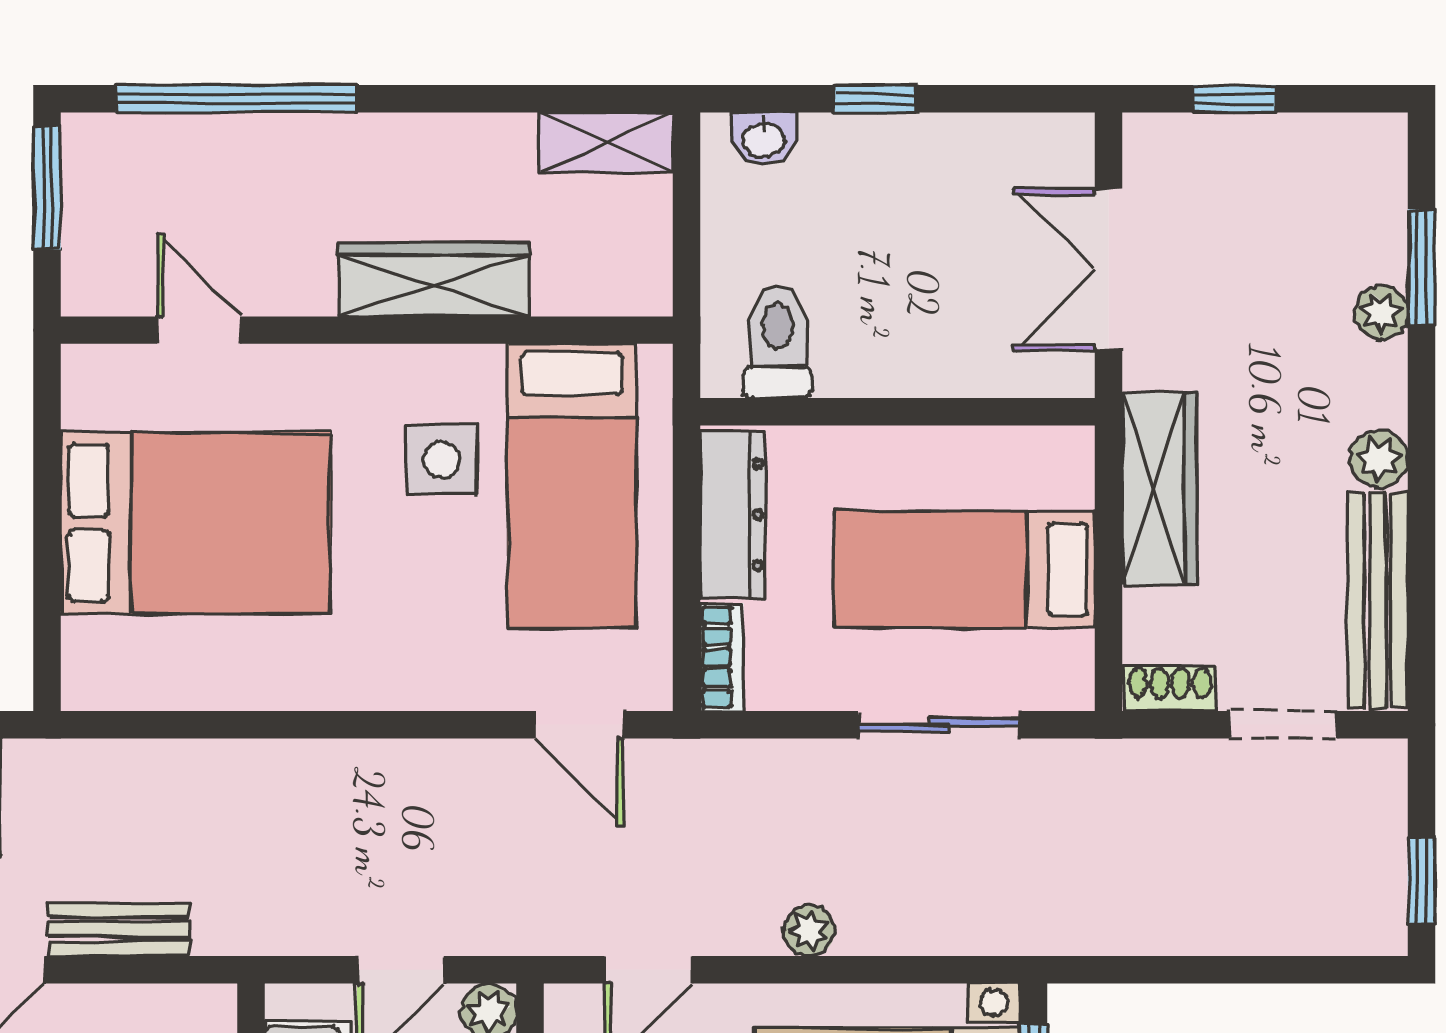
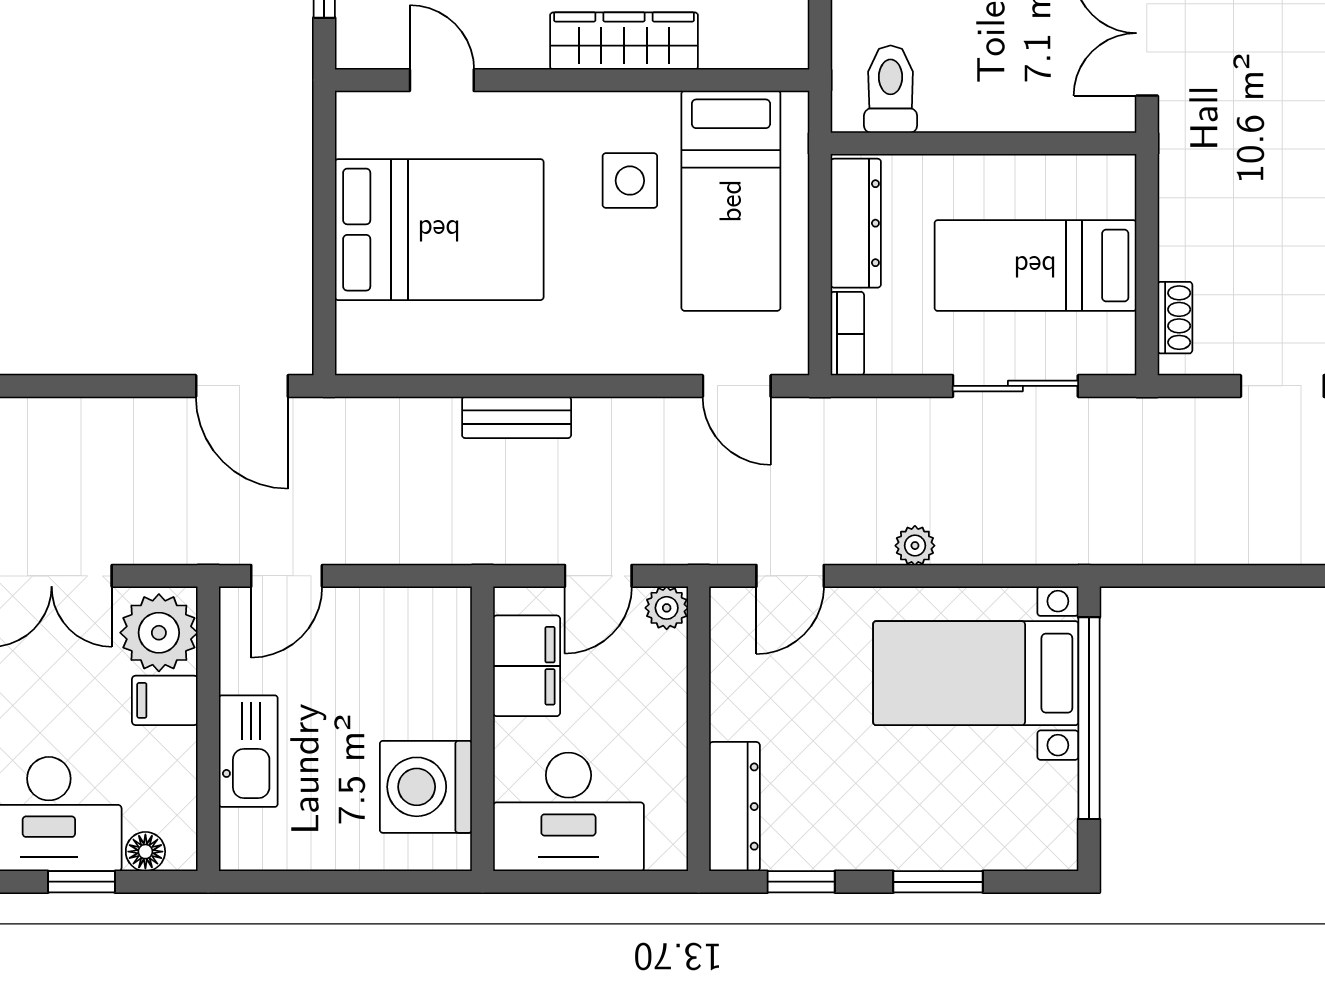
wardrobe: (1159, 489) -> (1186, 203), removed
shoe rack: (1170, 689) -> (1175, 318), moved, turned 90
bench: (119, 929) -> (517, 417), moved

